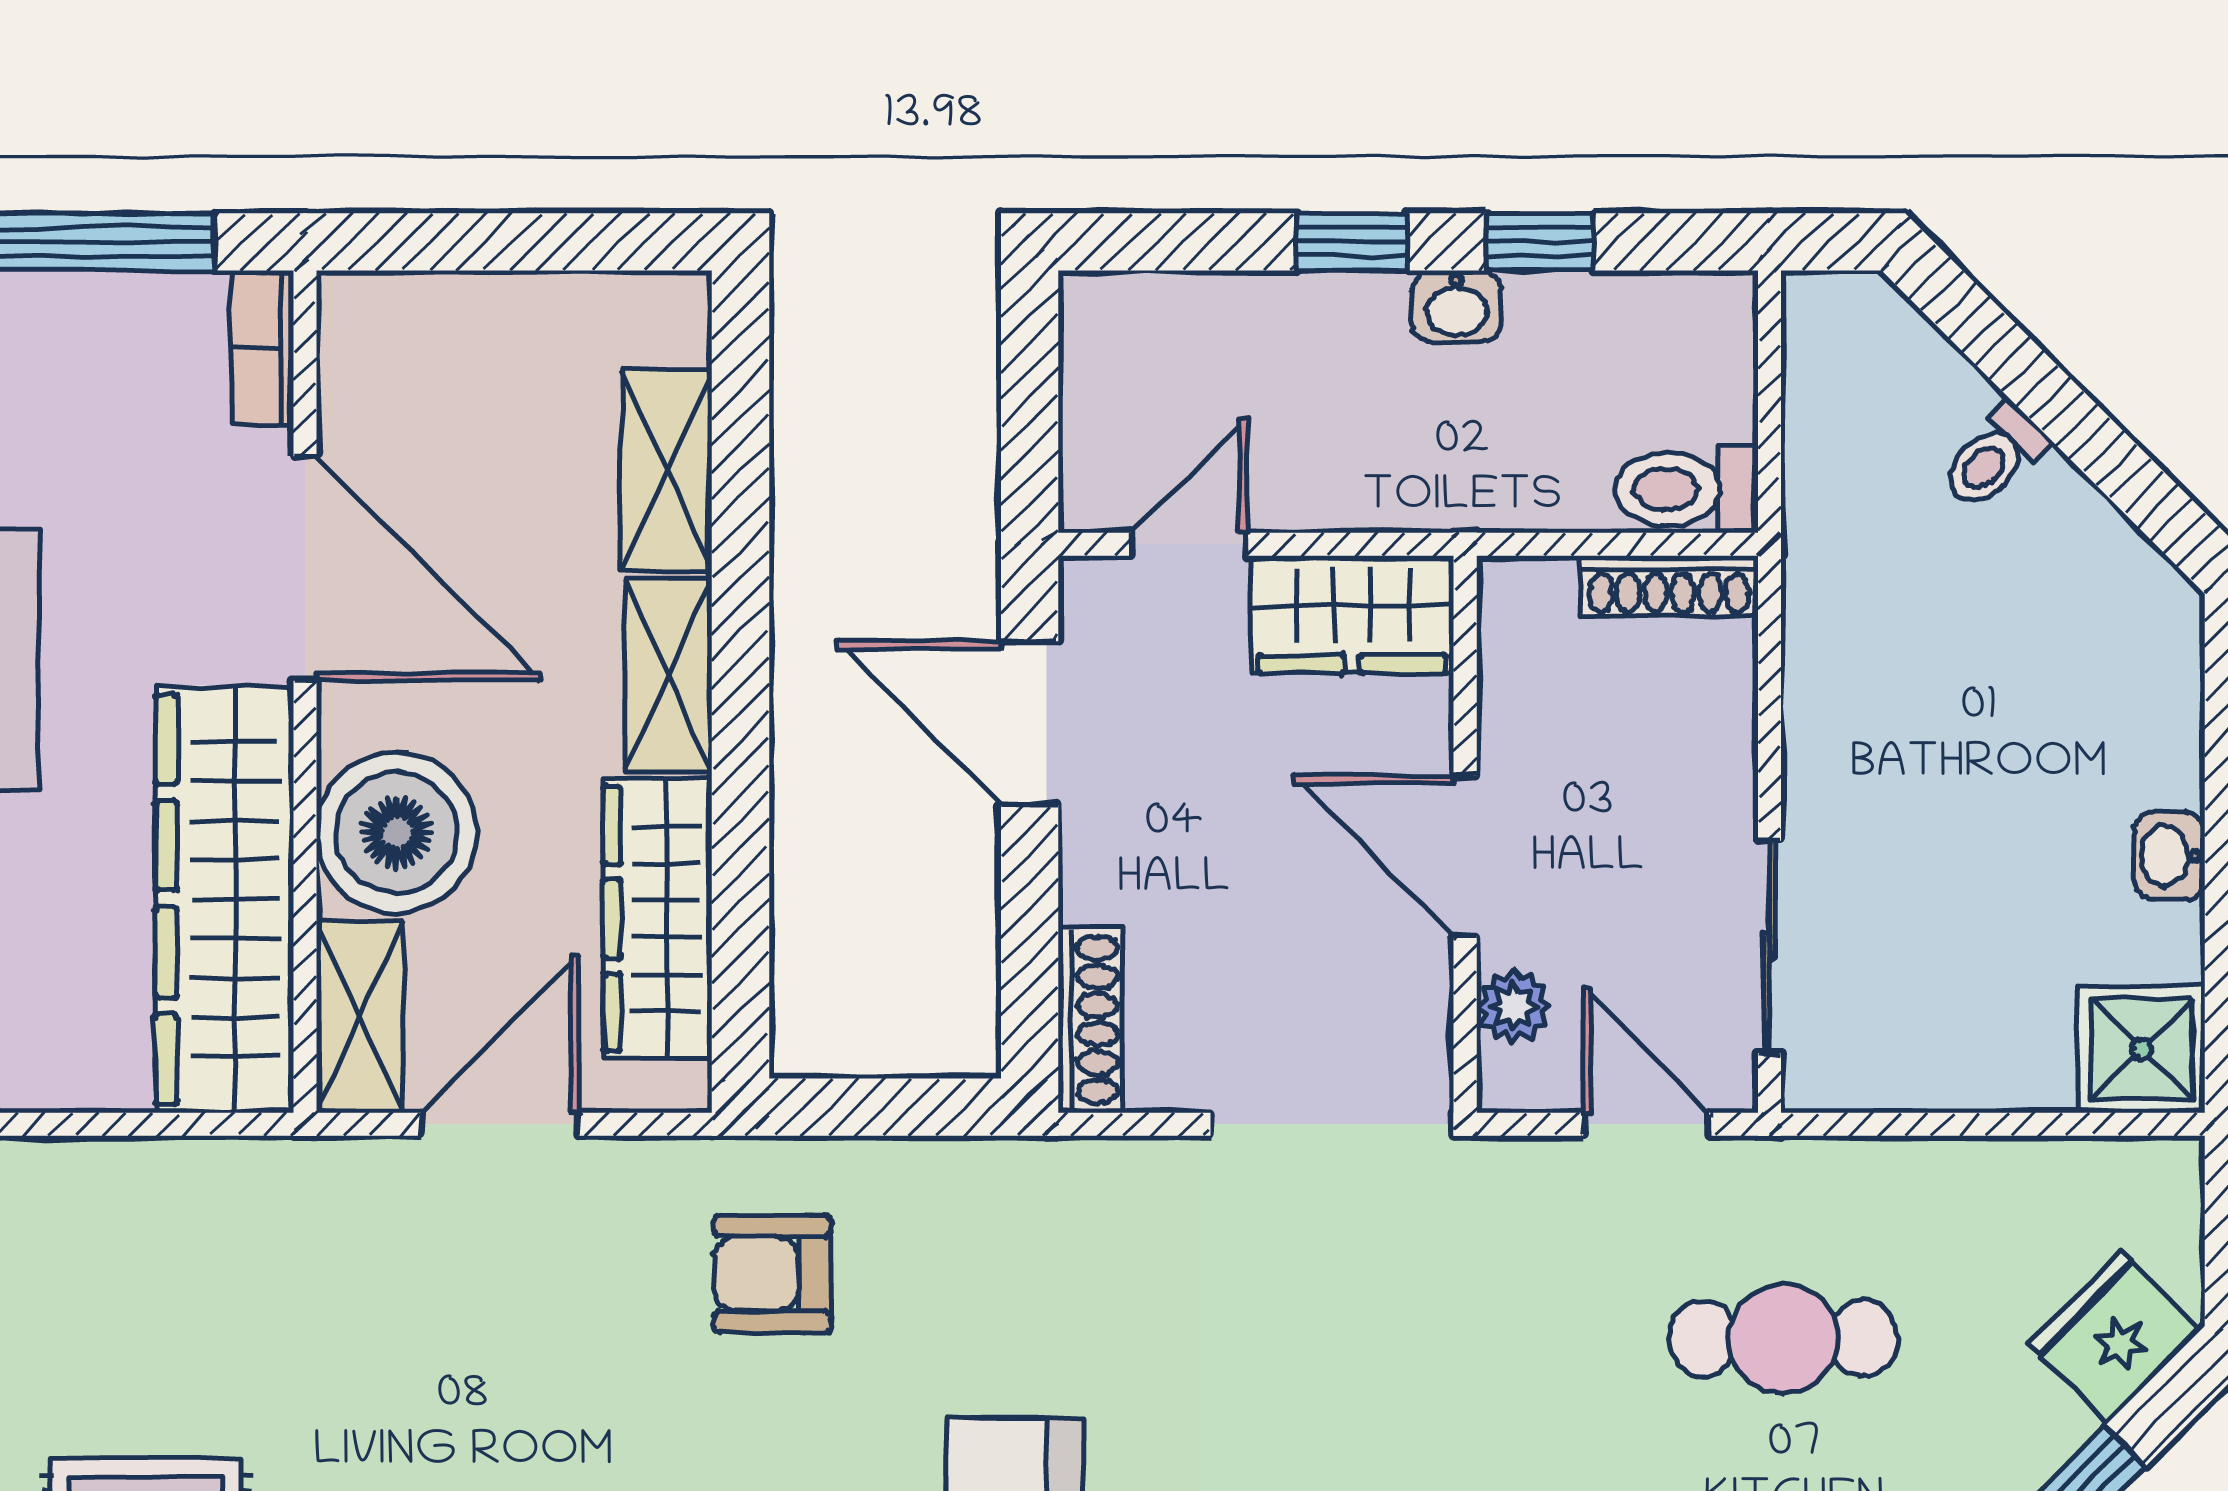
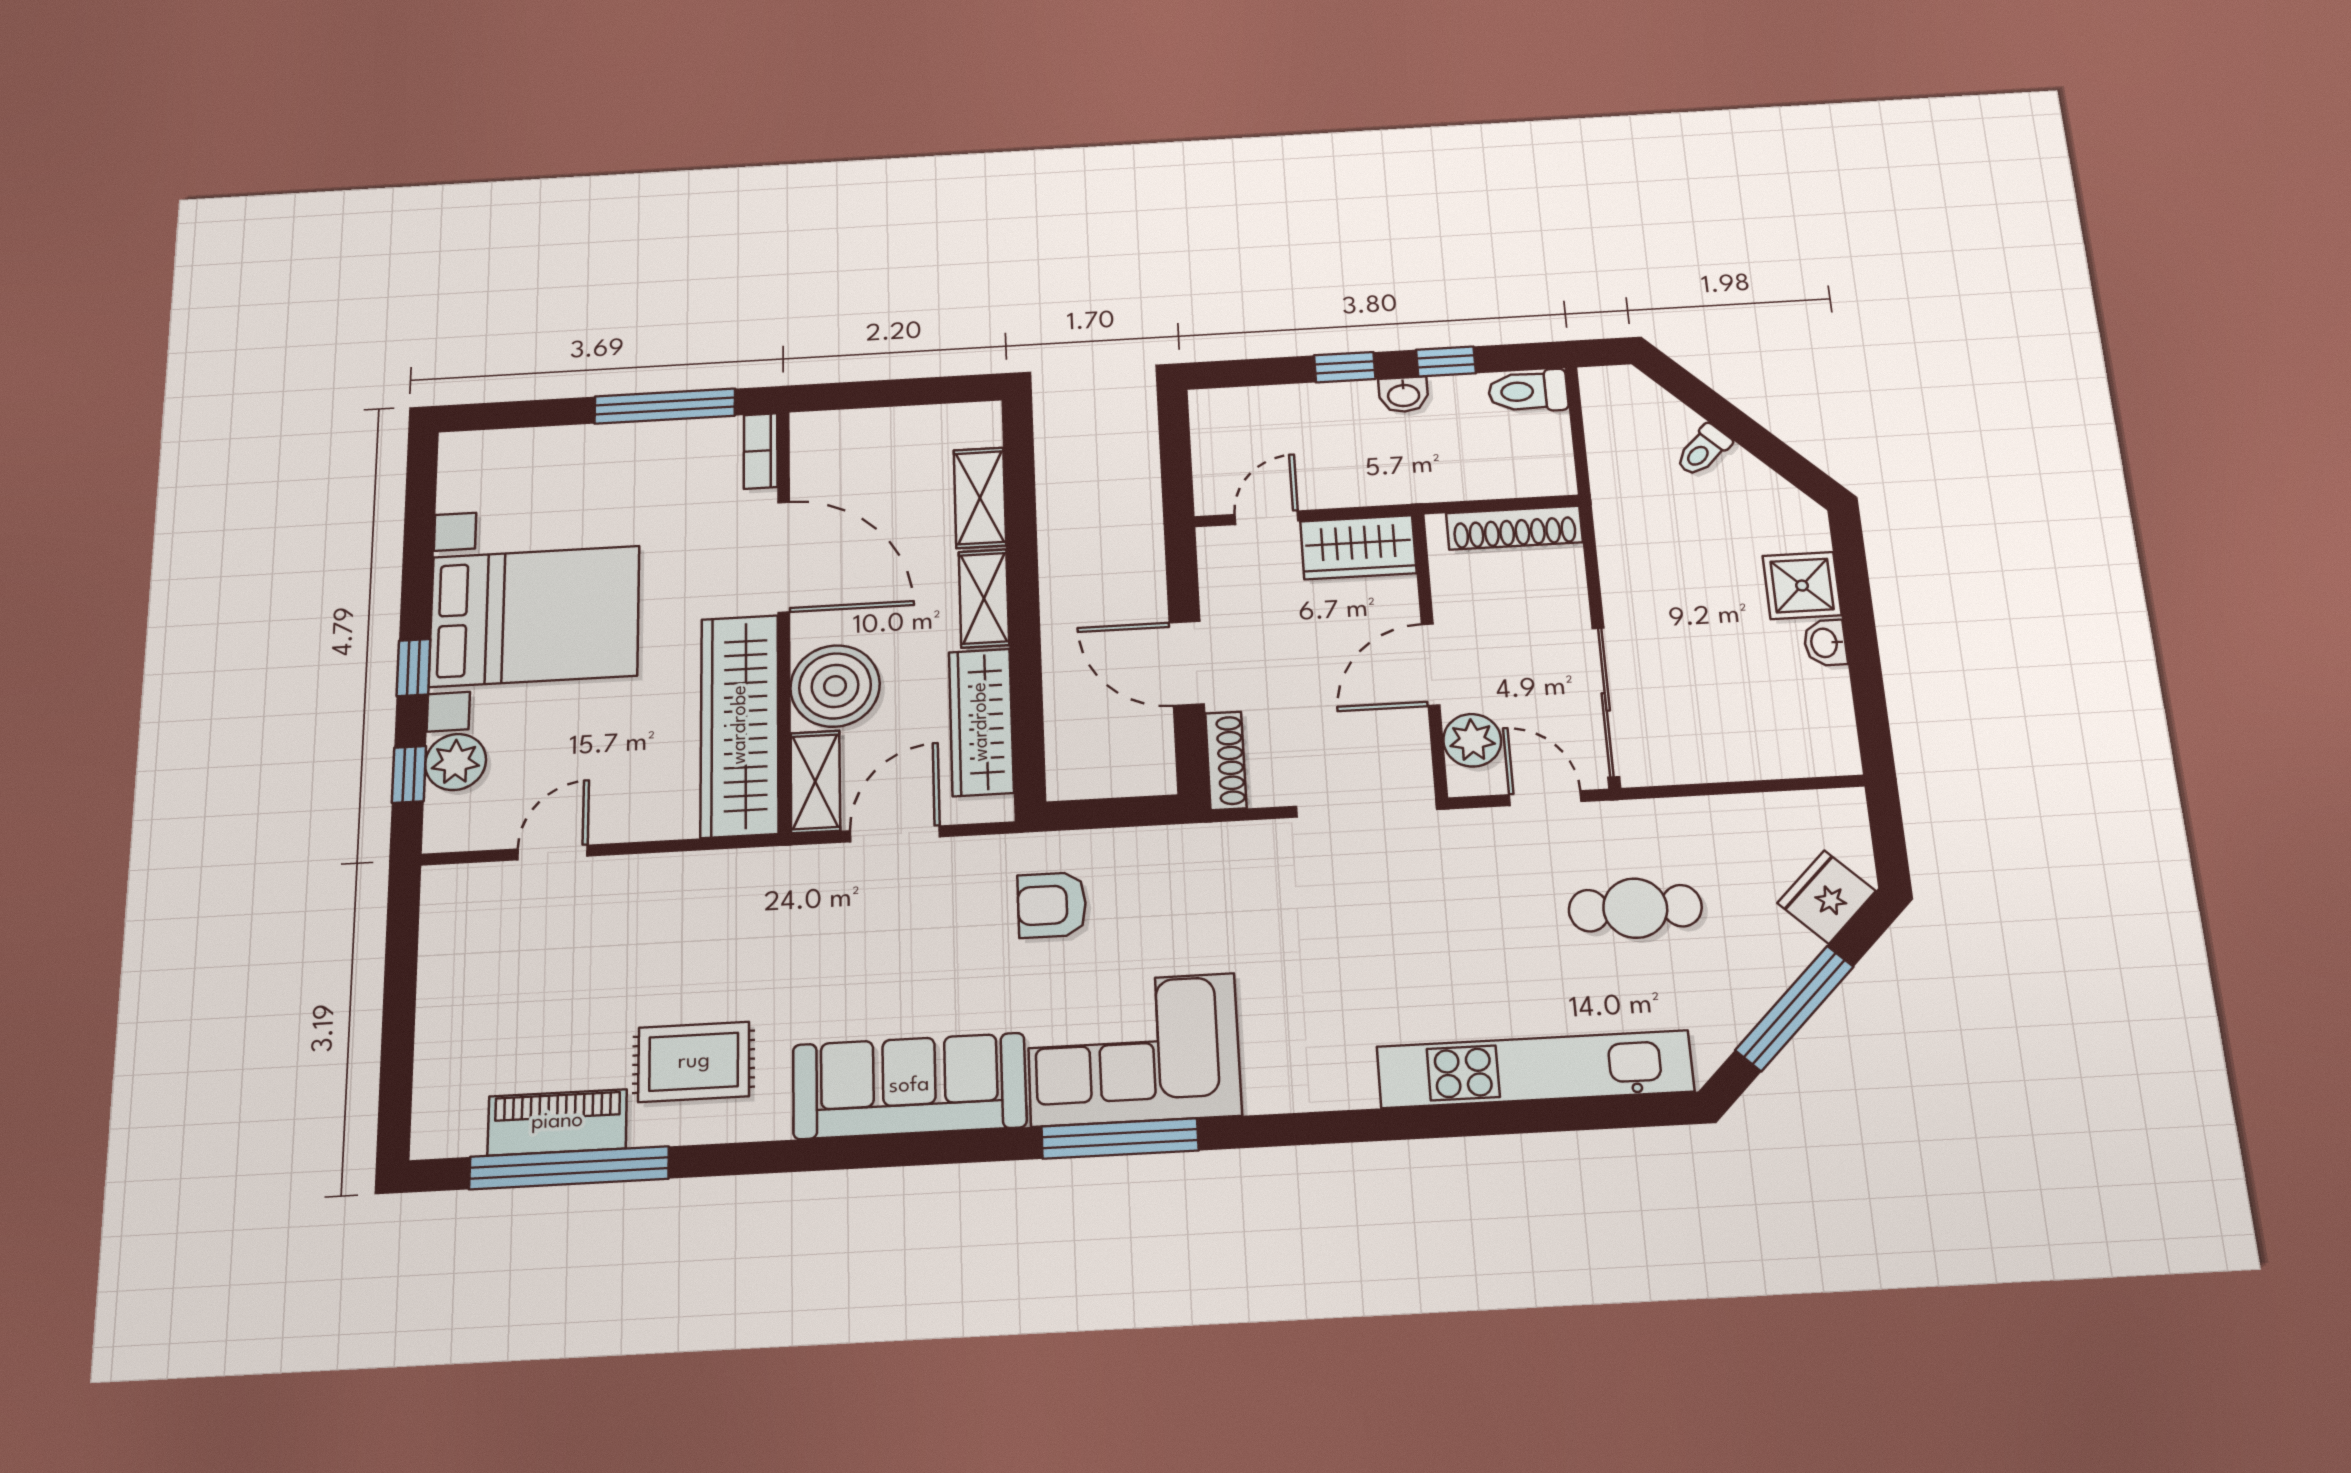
toilet: (1686, 489) -> (1528, 391), moved
shoe rack: (1669, 586) -> (1514, 528), width x1.36, depth x1.24
door: (1030, 723) -> (1187, 663), moved
door: (1465, 856) -> (1431, 665), hinge flipped
sliding door: (1769, 947) -> (1606, 702), width x1.37
plant: (1514, 1007) -> (1472, 740), width x1.38, depth x1.38
shower: (2142, 1049) -> (1802, 586), moved

